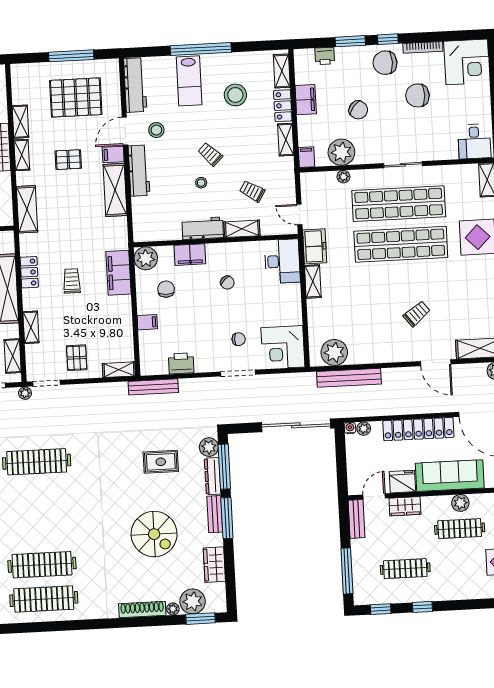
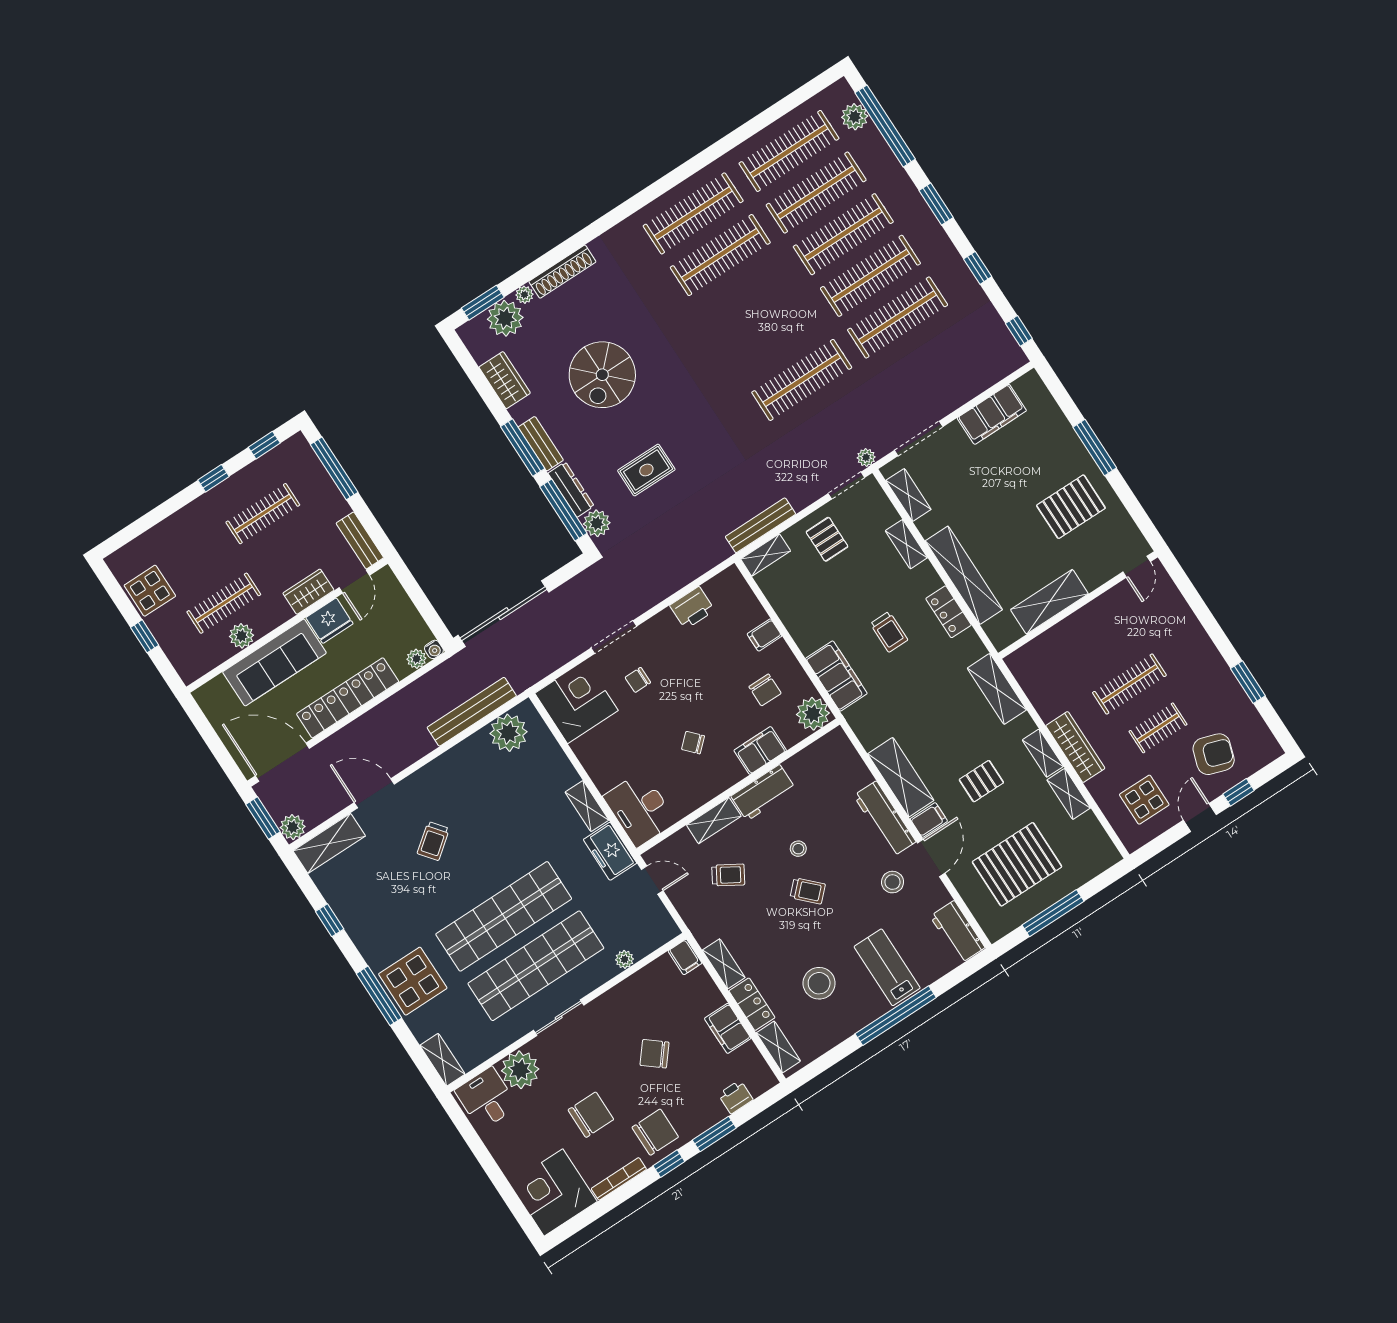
workbench: (135, 85) -> (957, 932), width x0.73
plant: (341, 152) -> (520, 1070), moved
bench: (153, 387) -> (760, 525), moved
spiral stairs: (154, 534) -> (602, 375), turned -90

